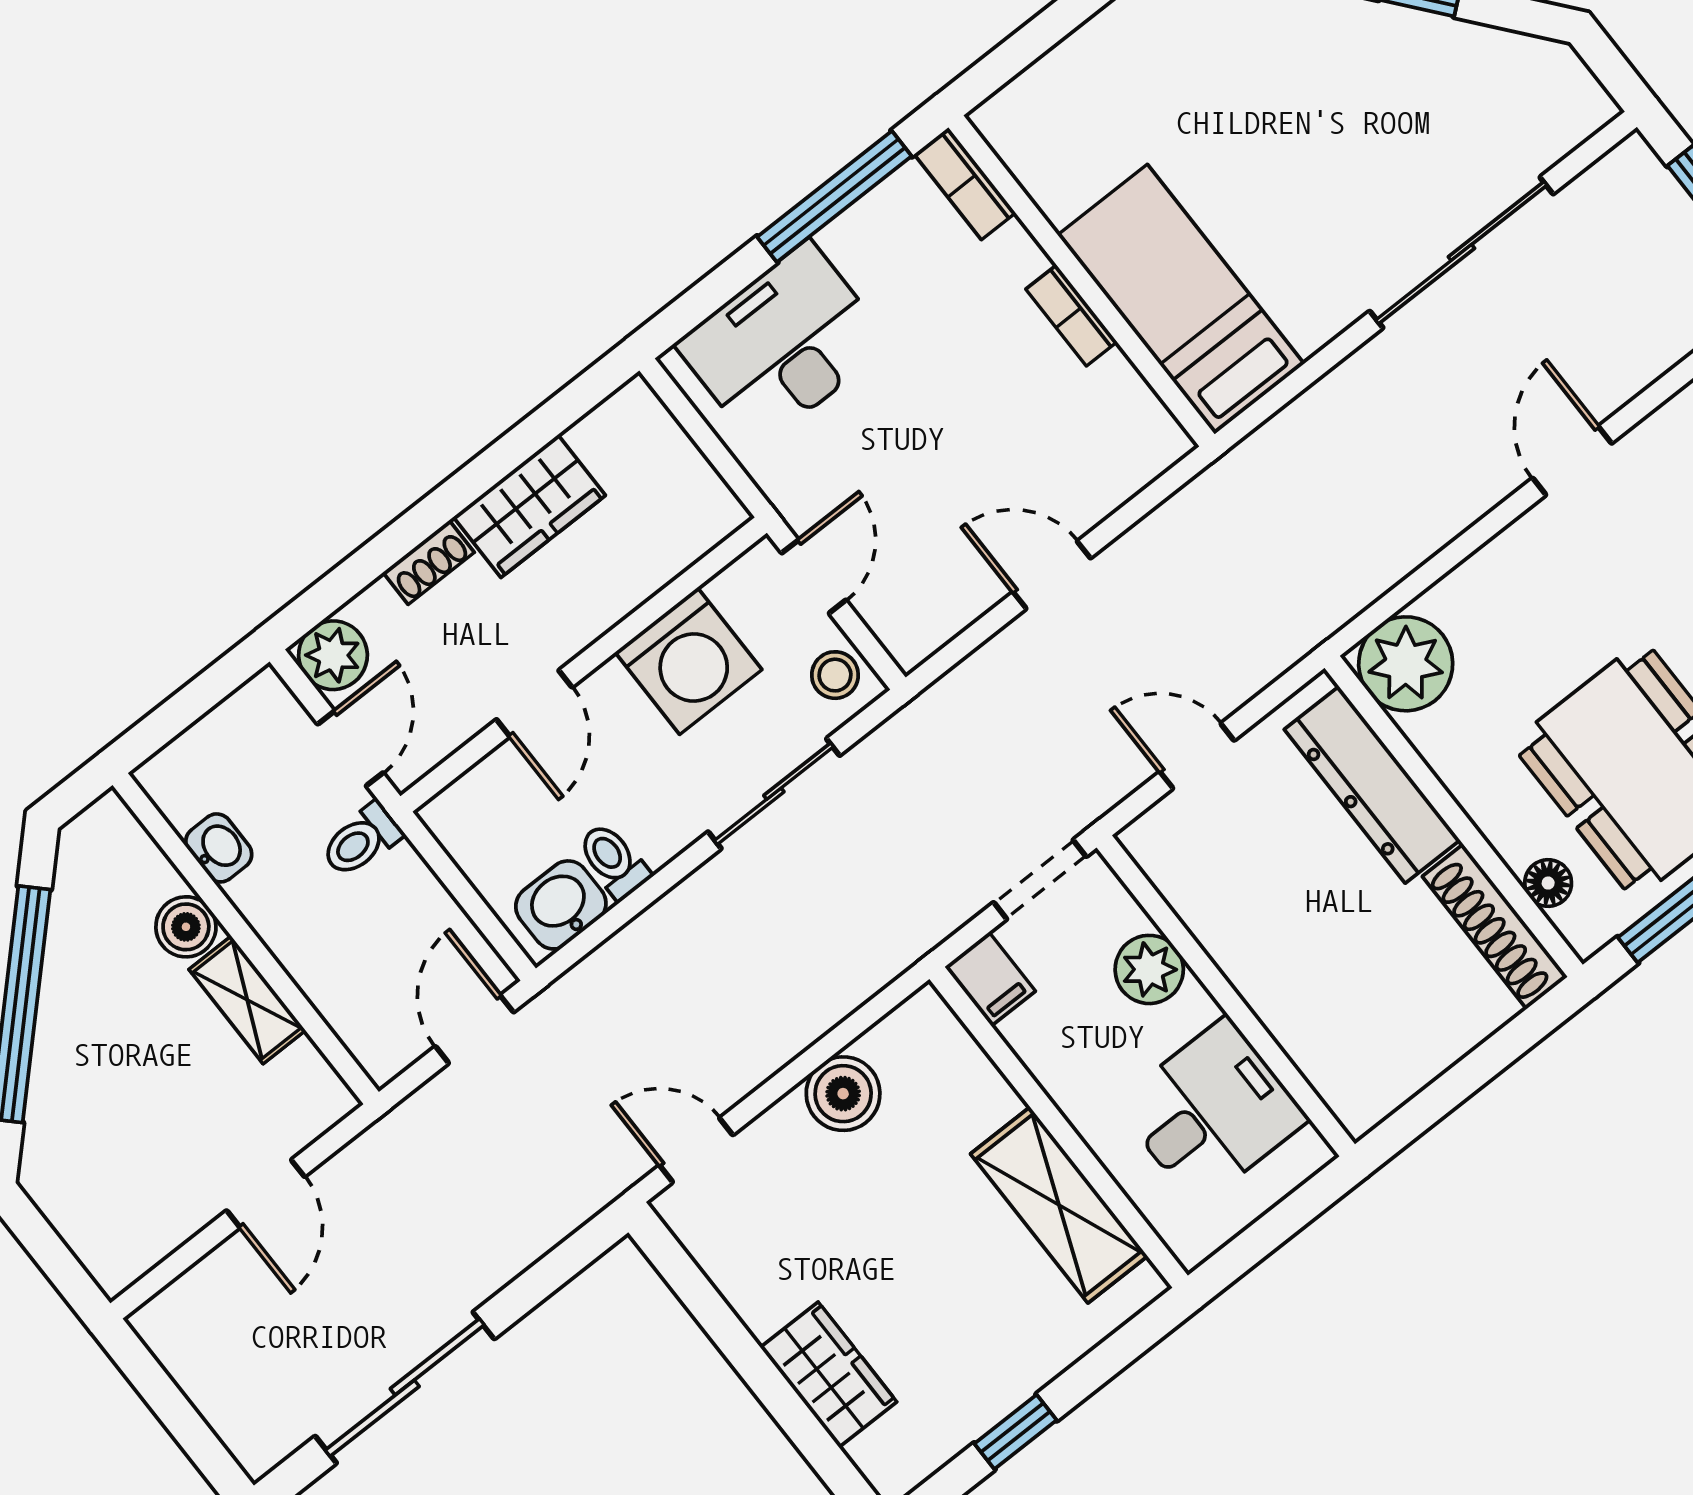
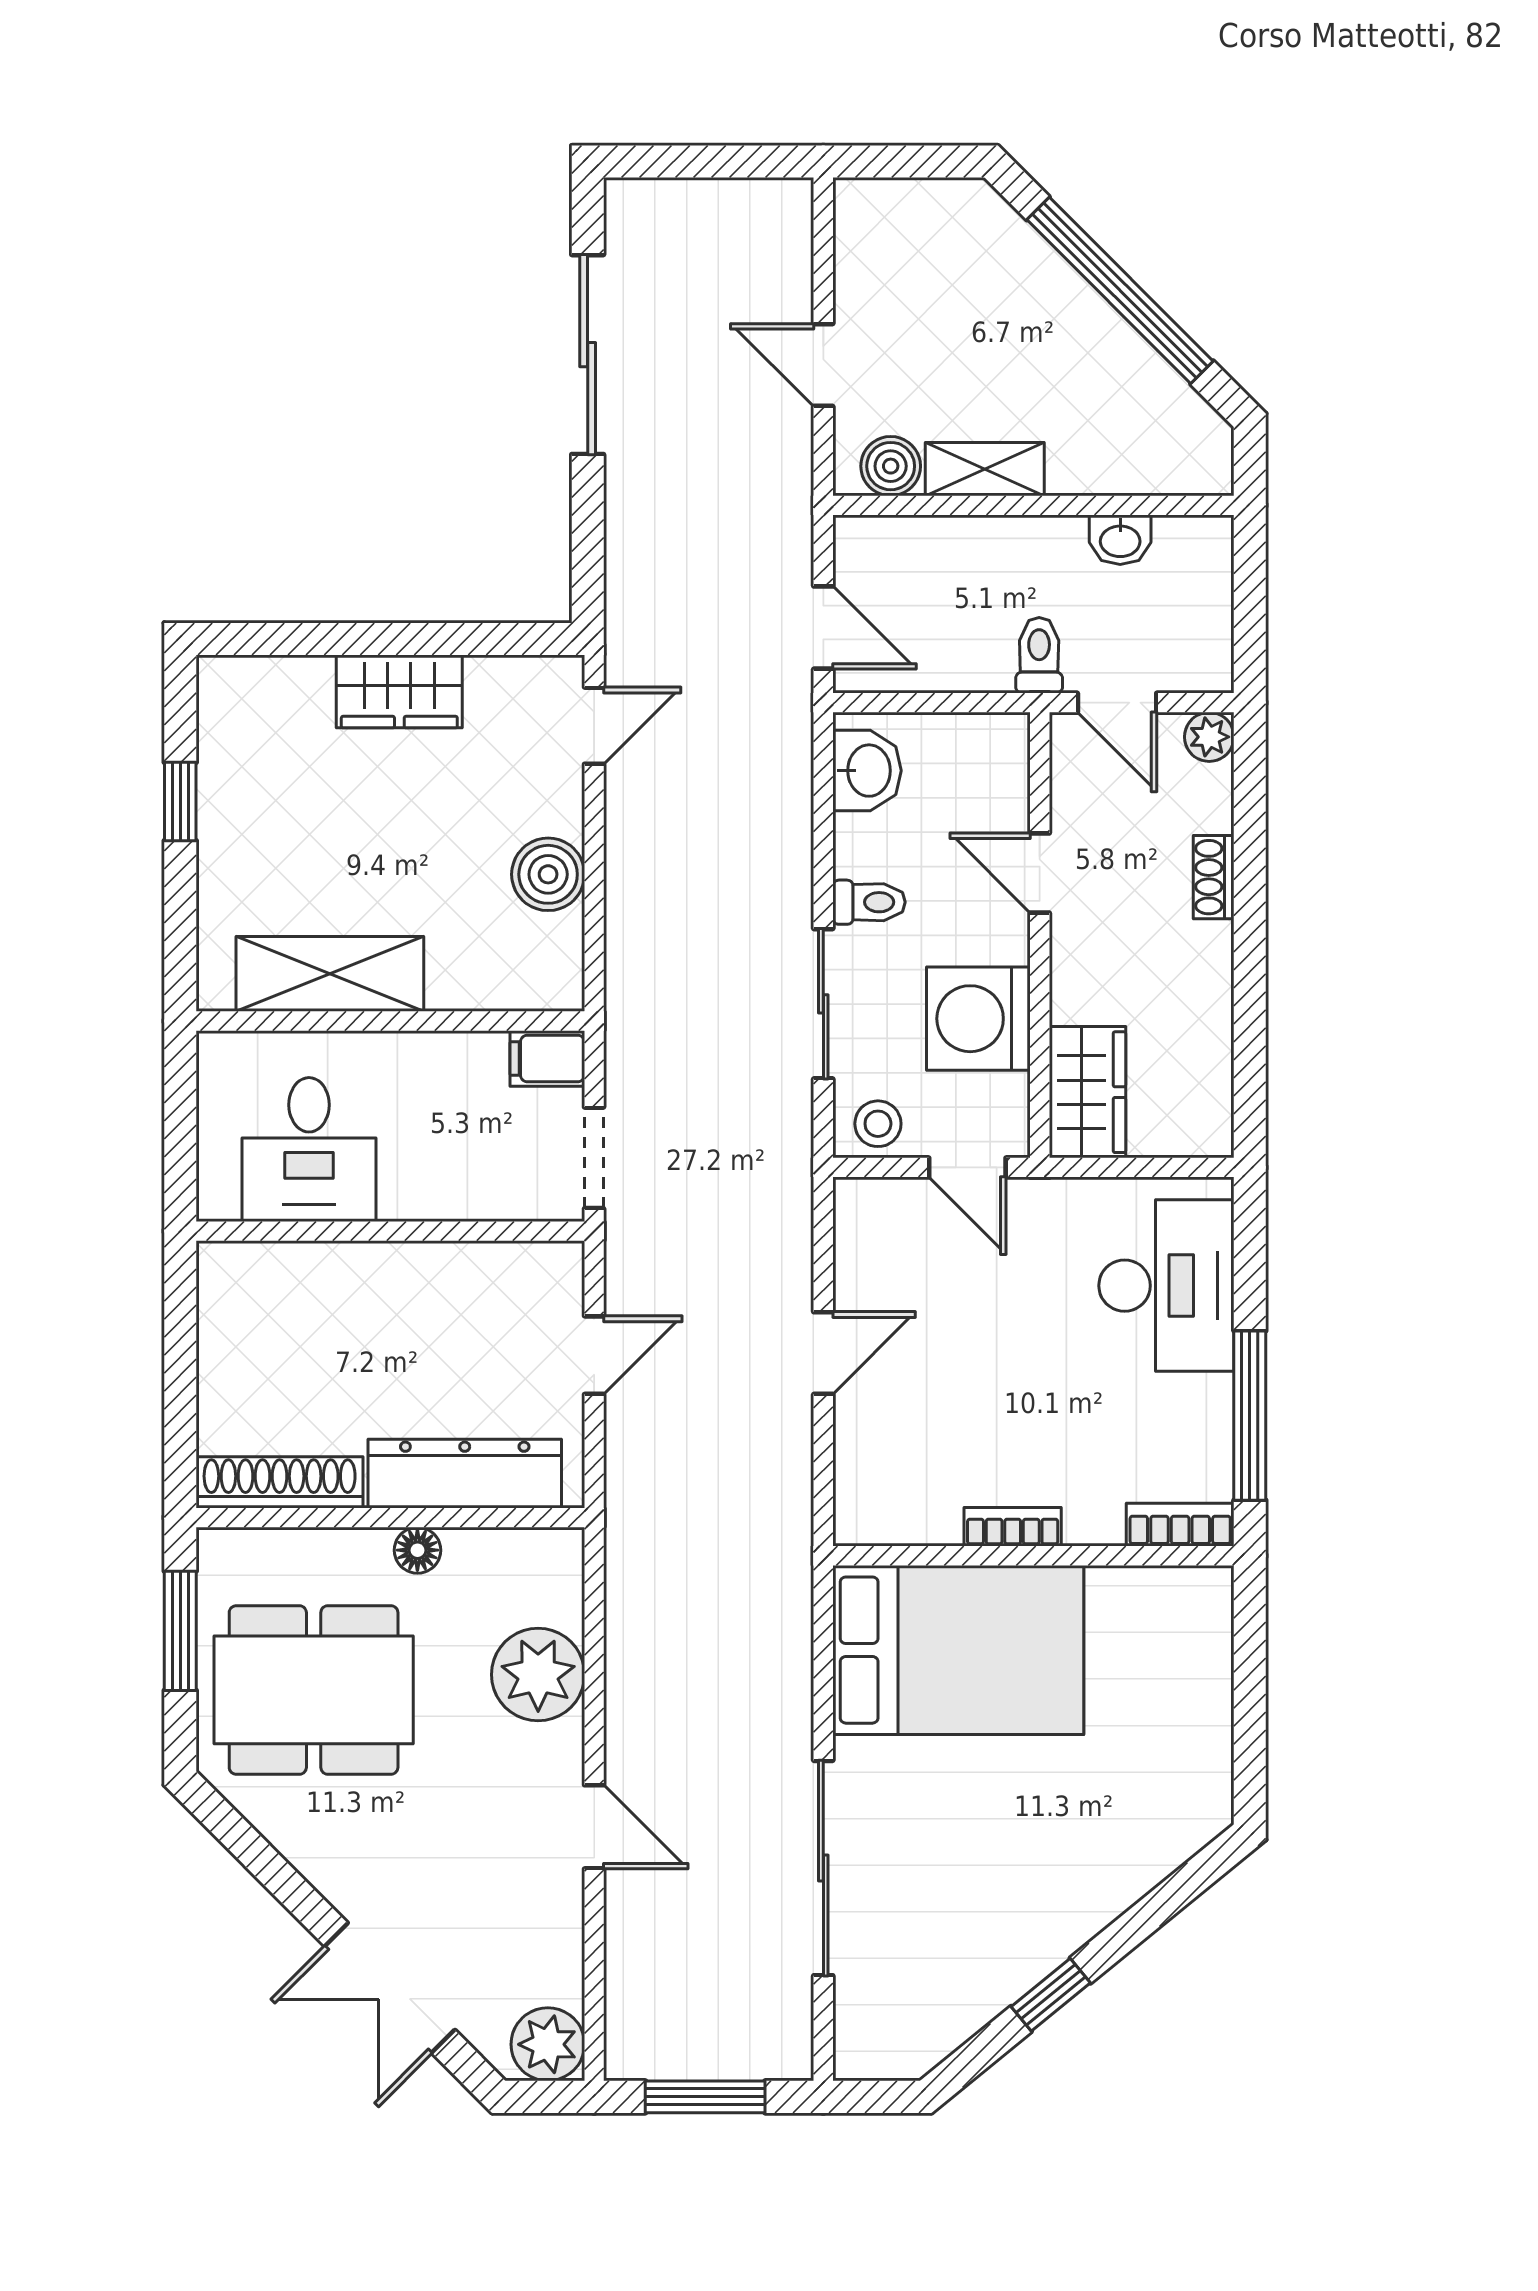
bed: (1181, 299) -> (958, 1650), width x1.50
wardrobe: (529, 506) -> (1087, 1092), moved, turned 180
plant: (333, 655) -> (1209, 737), width x0.73, depth x0.73
plant: (1406, 664) -> (538, 1675), moved
toilet: (613, 861) -> (869, 902), moved
floor lamp: (1548, 883) -> (417, 1550), moved
boiler: (186, 927) -> (891, 466), moved
plant: (1149, 969) -> (458, 1188), removed
wardrobe: (829, 1375) -> (399, 691), moved

